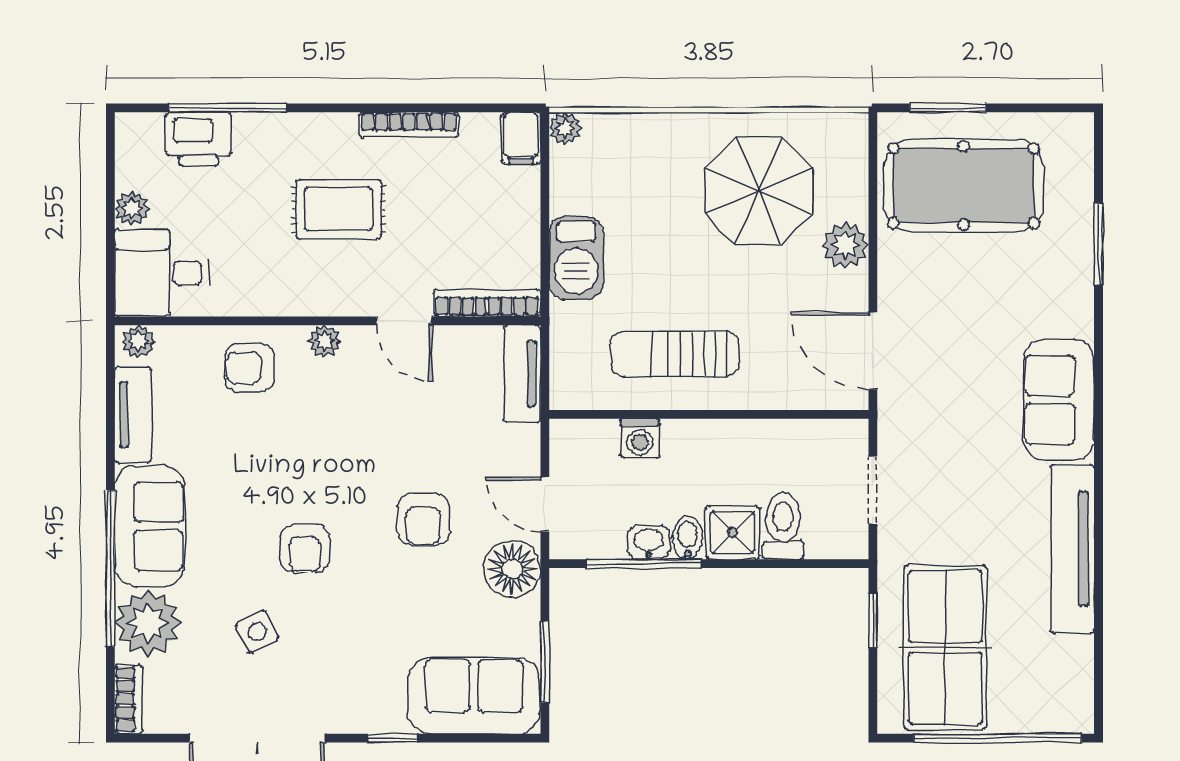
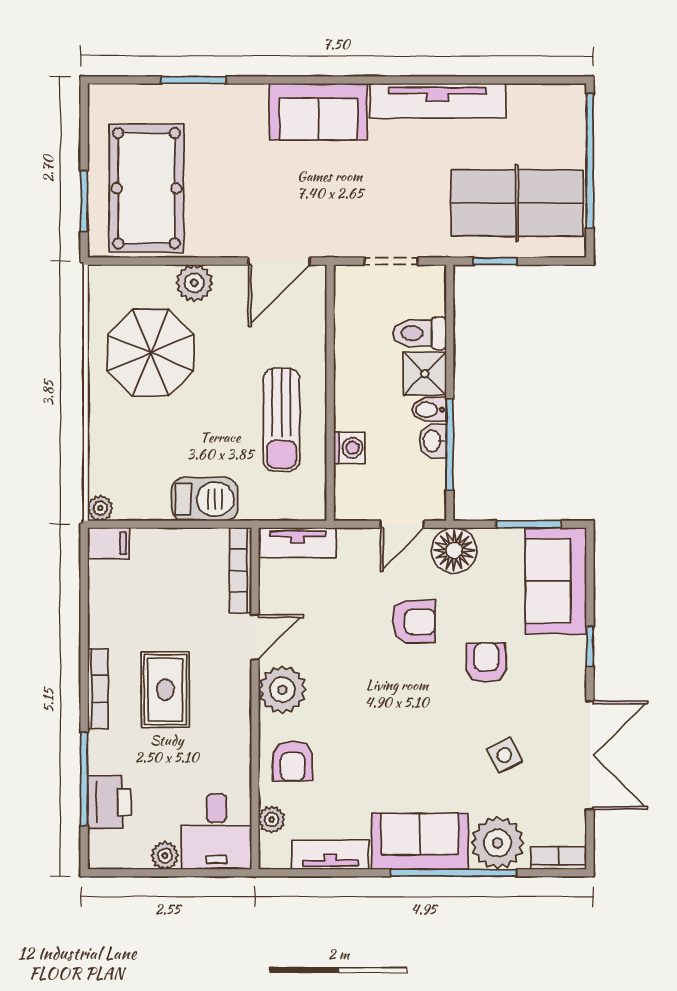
bookcase: (409, 125) -> (98, 689), moved
plant: (325, 341) -> (282, 690), width x1.88, depth x1.88
plant: (138, 342) -> (272, 820), moved
armchair: (305, 548) -> (486, 662), moved, turned -90

